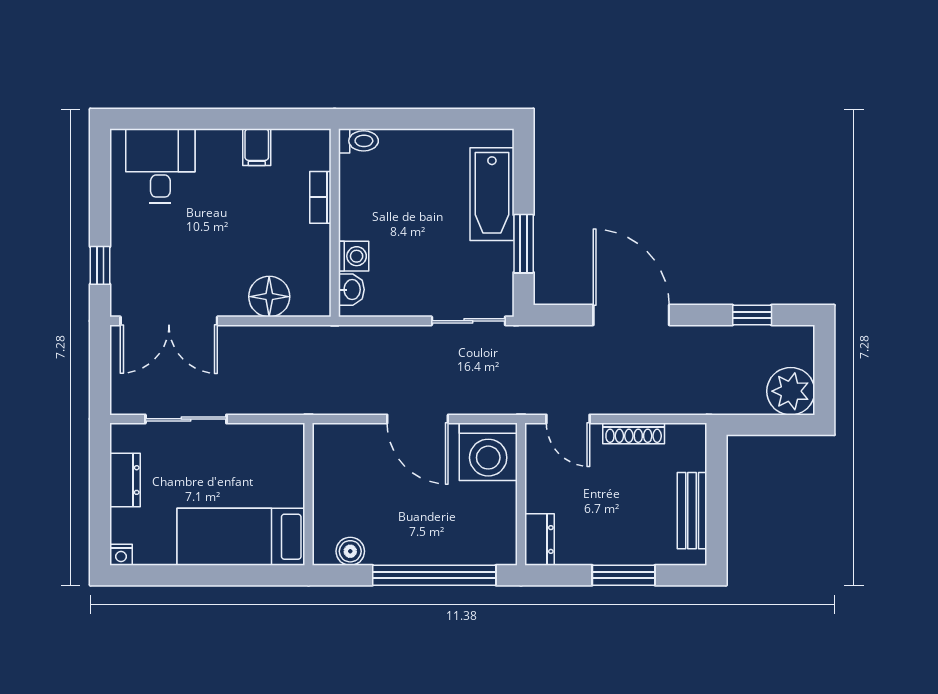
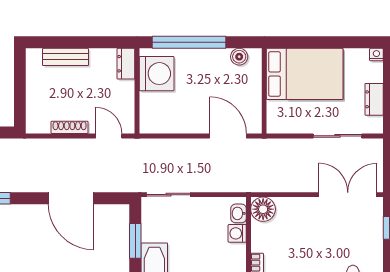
floor lamp: (269, 297) -> (263, 209), moved
door: (418, 419) -> (228, 136), moved
washing machine: (488, 452) -> (157, 74), moved, turned 90
bench: (692, 511) -> (66, 57), moved, turned 90
bed: (241, 537) -> (305, 74), width x1.50
window: (624, 575) -> (76, 42), removed

